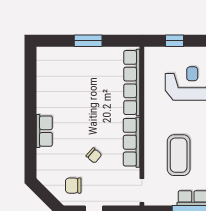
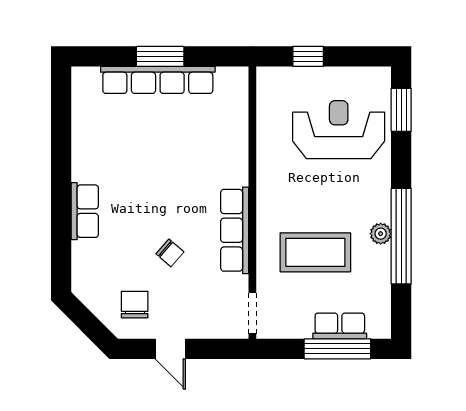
row of seats: (132, 82) -> (158, 80), moved, turned -90
coffee table: (179, 155) -> (315, 252), turned 90
chair: (73, 186) -> (135, 305), turned 90

